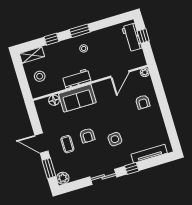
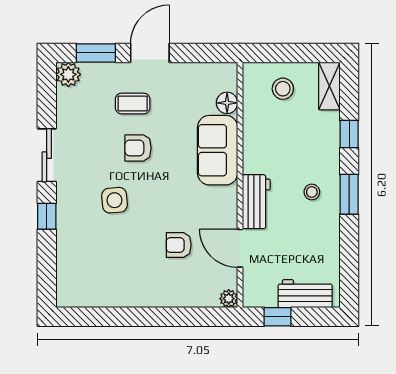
window: (143, 36) -> (278, 317), moved
workbench: (77, 79) -> (256, 202), moved
armchair: (143, 102) -> (179, 245), moved
tv unit: (149, 154) -> (66, 259), removed

